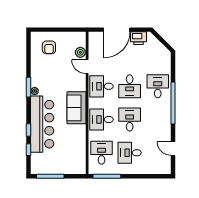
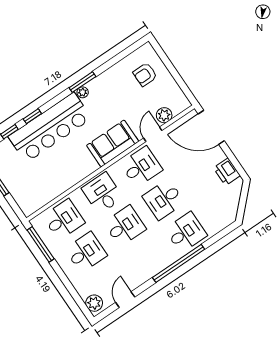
door: (117, 30) -> (211, 127), moved
desk: (102, 86) -> (141, 167), turned 90
sofa: (76, 108) -> (113, 143), moved
desk: (130, 153) -> (86, 252), turned 90
plant: (163, 168) -> (94, 303), added

